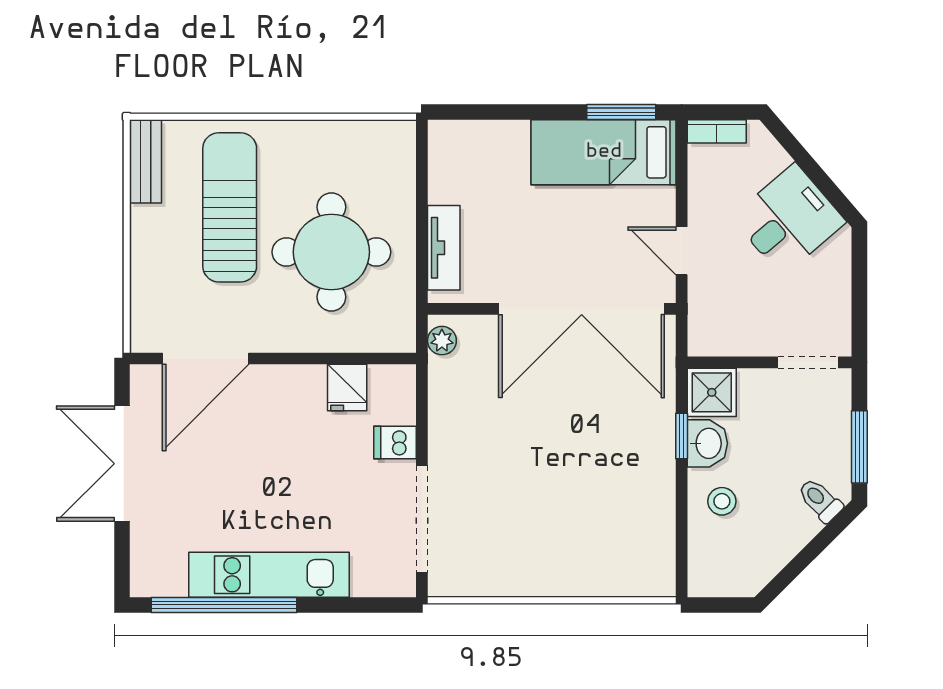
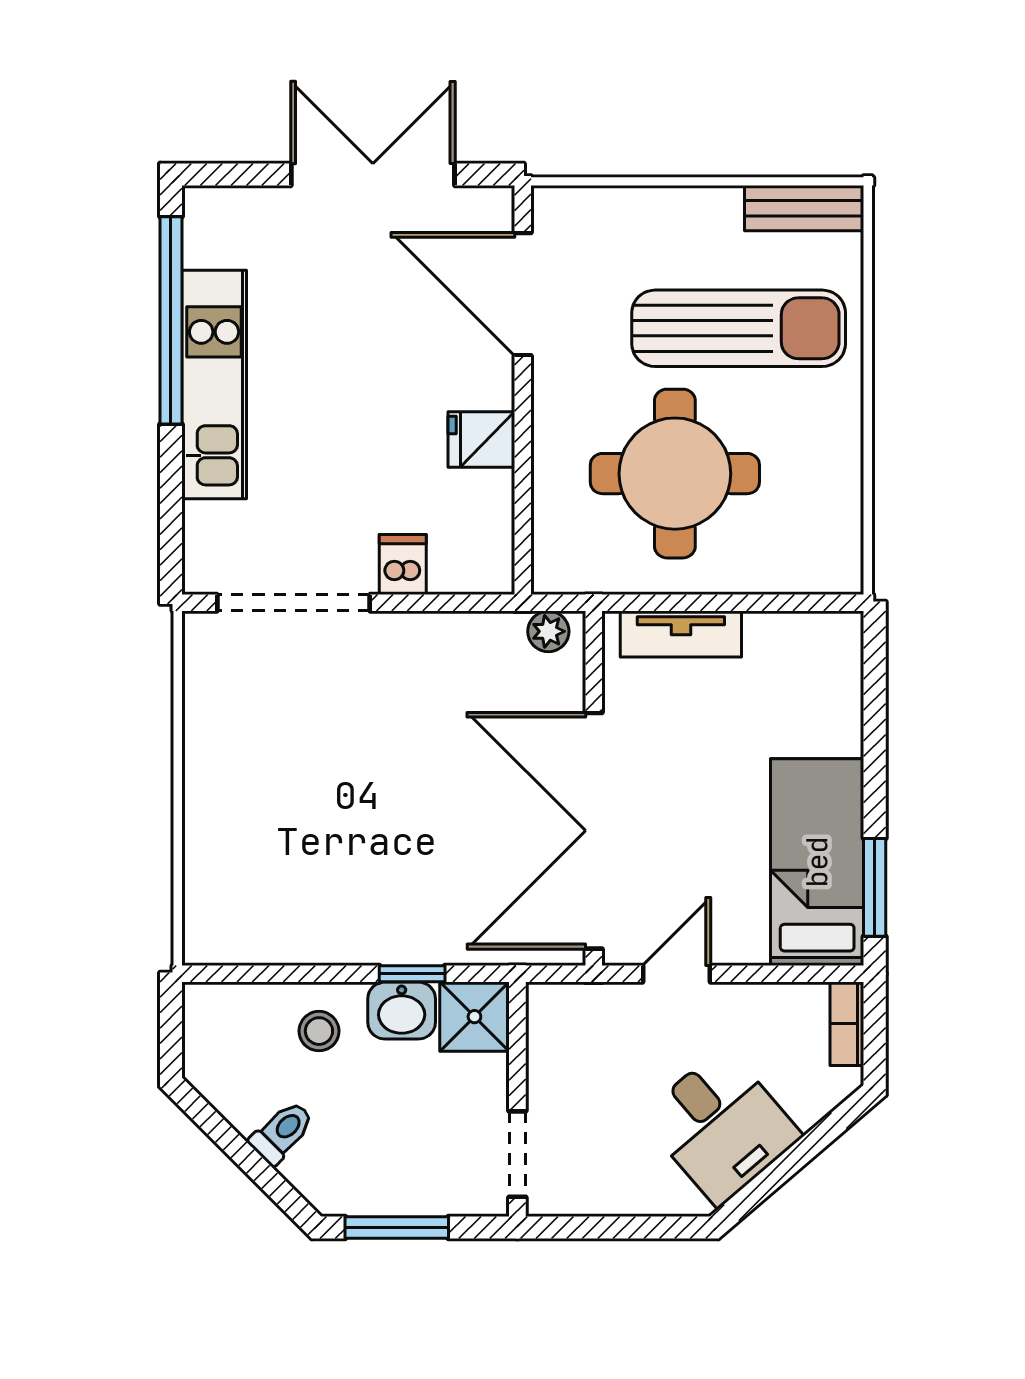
fridge: (347, 387) -> (481, 439), moved
toilet: (820, 500) -> (282, 1133), moved

